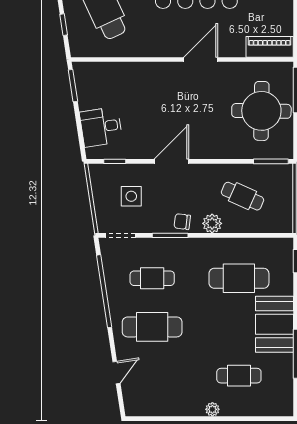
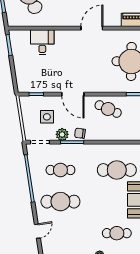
desk: (101, 127) -> (42, 42), moved, turned 99
door: (171, 161) -> (73, 94), swing flipped
cafe table: (243, 196) -> (108, 109), moved
plant: (212, 223) -> (62, 134), moved

